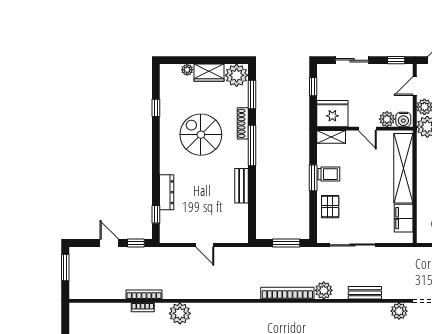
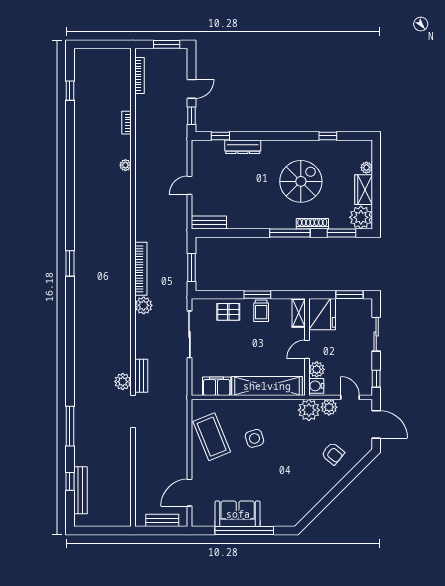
window: (313, 87) -> (349, 295), width x1.50
bench: (242, 186) -> (209, 222), moved
bench: (365, 293) -> (141, 376), moved
bookcase: (144, 294) -> (139, 75), moved
plant: (180, 313) -> (125, 165), width x0.53, depth x0.53

